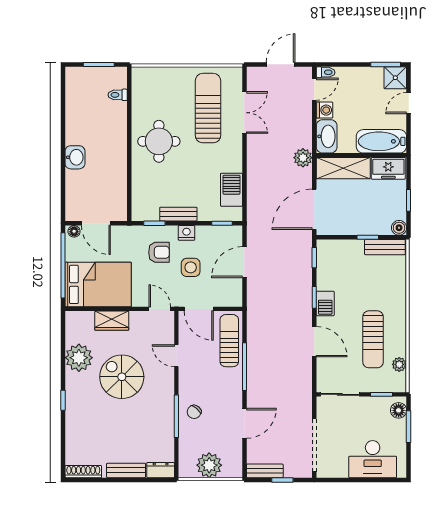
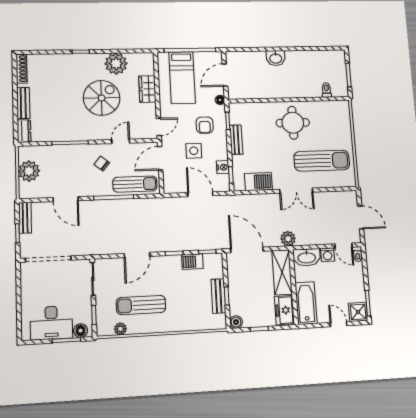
double door: (244, 113) -> (296, 191), moved
floor lamp: (74, 231) -> (220, 100), moved
nightstand: (186, 233) -> (223, 167), moved
bench: (385, 247) -> (218, 296), moved
bed: (98, 284) -> (182, 78), width x0.67
barbecue: (325, 303) -> (192, 262), moved
chair: (194, 412) -> (102, 164), moved
desk: (373, 459) -> (51, 323), moved, turned -90

